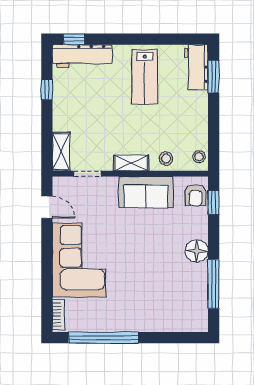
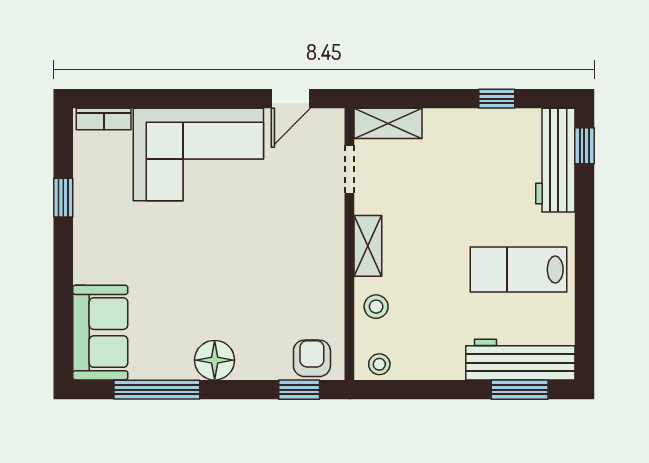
workbench: (196, 67) -> (520, 360), width x1.37
sofa: (146, 192) -> (100, 333), moved, turned 180
armchair: (196, 195) -> (312, 358), turned 90
window: (104, 338) -> (63, 198), width x0.32

